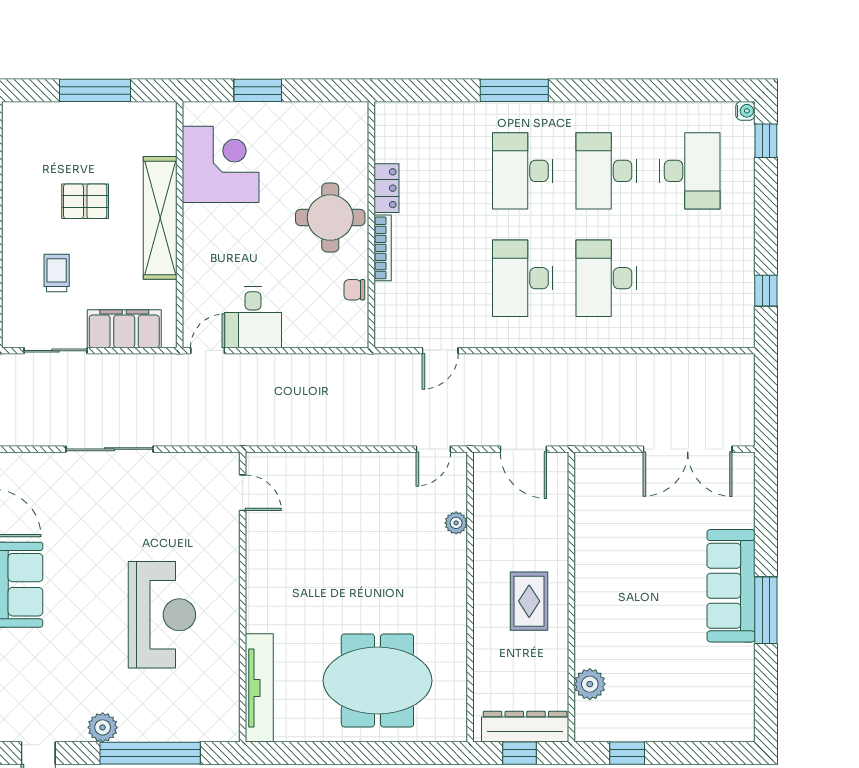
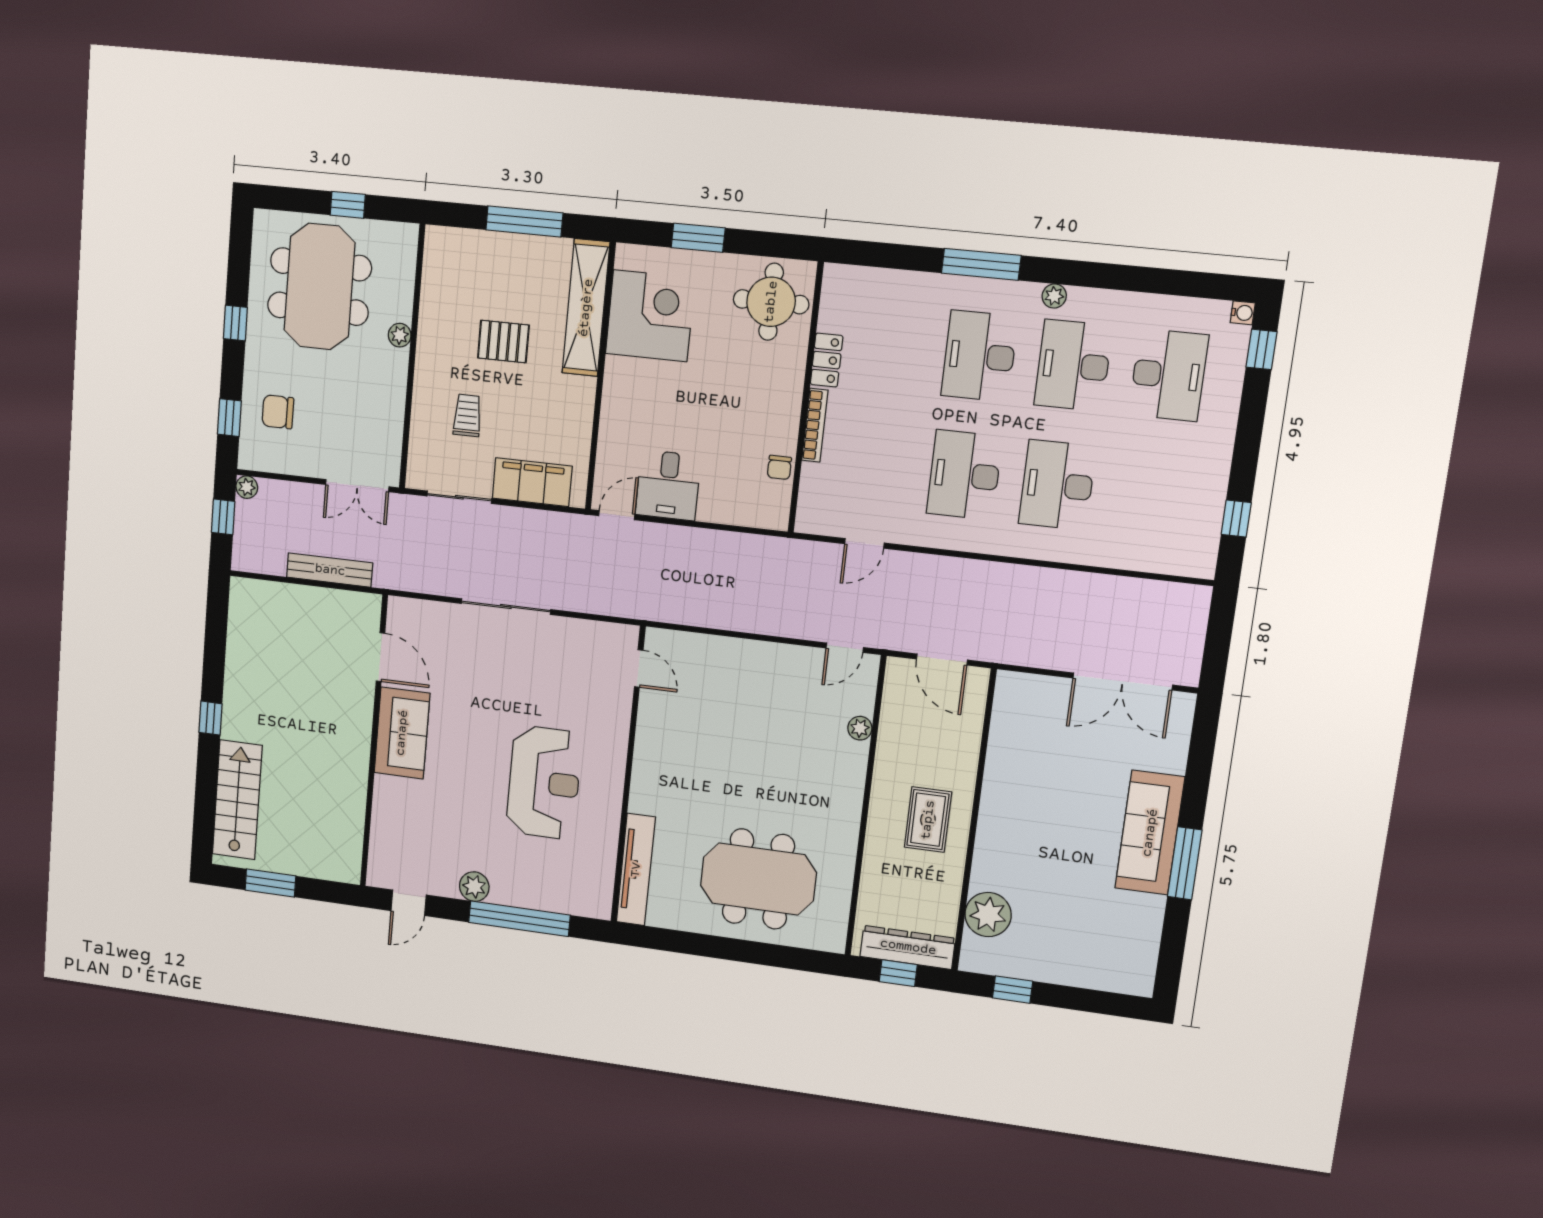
plant: (582, 112) -> (1054, 296), added
shelving: (160, 218) -> (586, 308), moved
round table: (330, 218) -> (771, 302), moved
chair: (354, 290) -> (779, 467), turned -90
plant: (590, 684) -> (988, 915), width x1.36, depth x1.36

